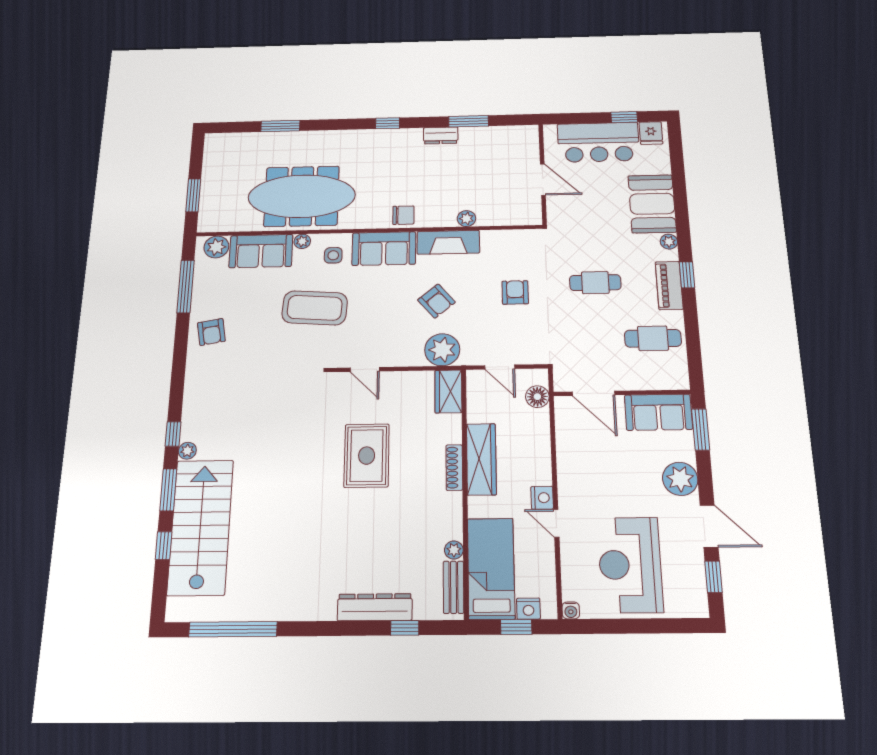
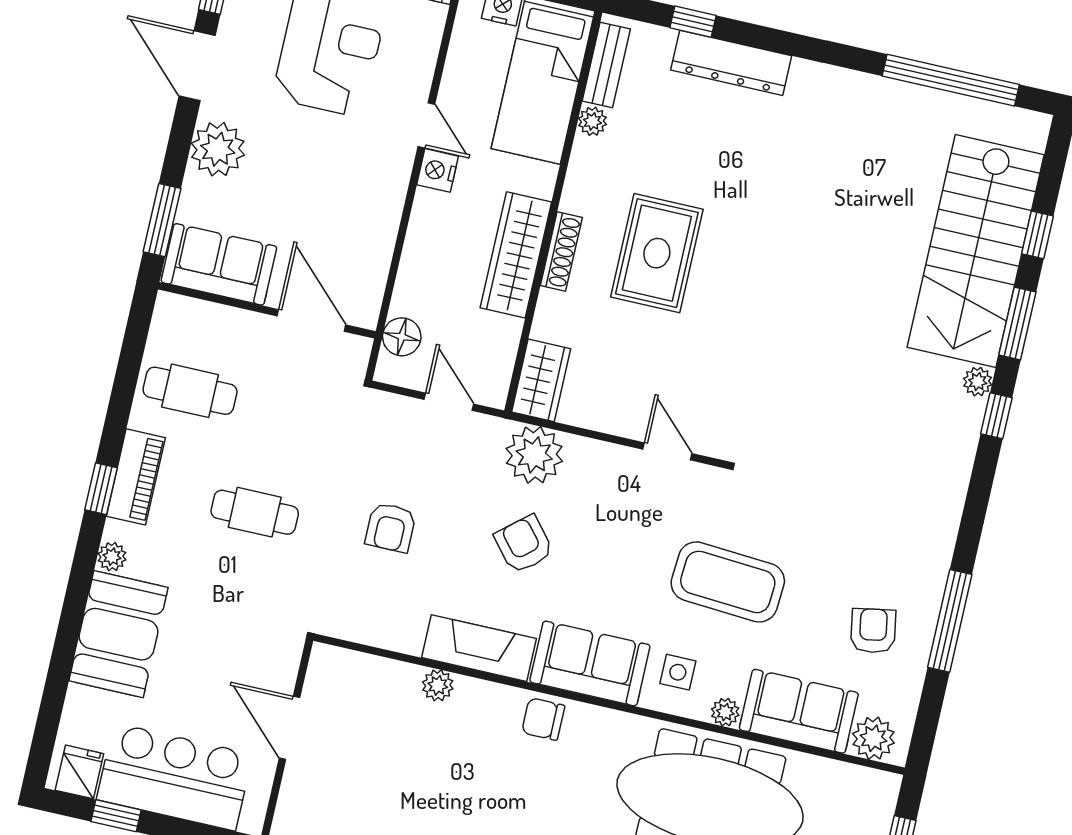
window: (186, 286) -> (950, 621), moved
armchair: (211, 332) -> (873, 631), moved
rug: (367, 456) -> (657, 253), moved

